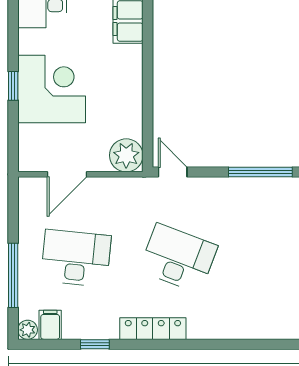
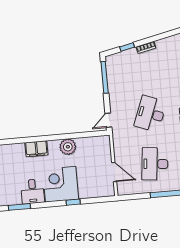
corner desk: (52, 89) -> (61, 184), moved
plant: (126, 155) -> (68, 147), moved

